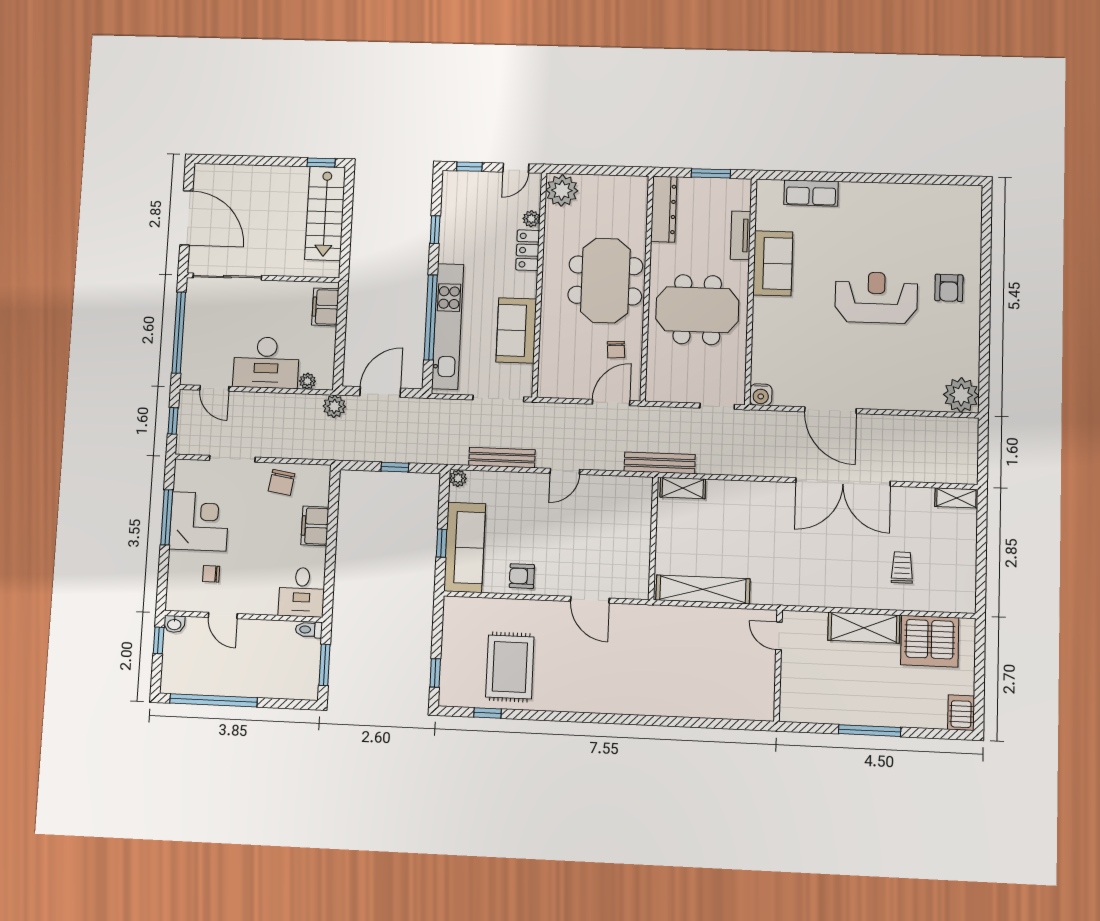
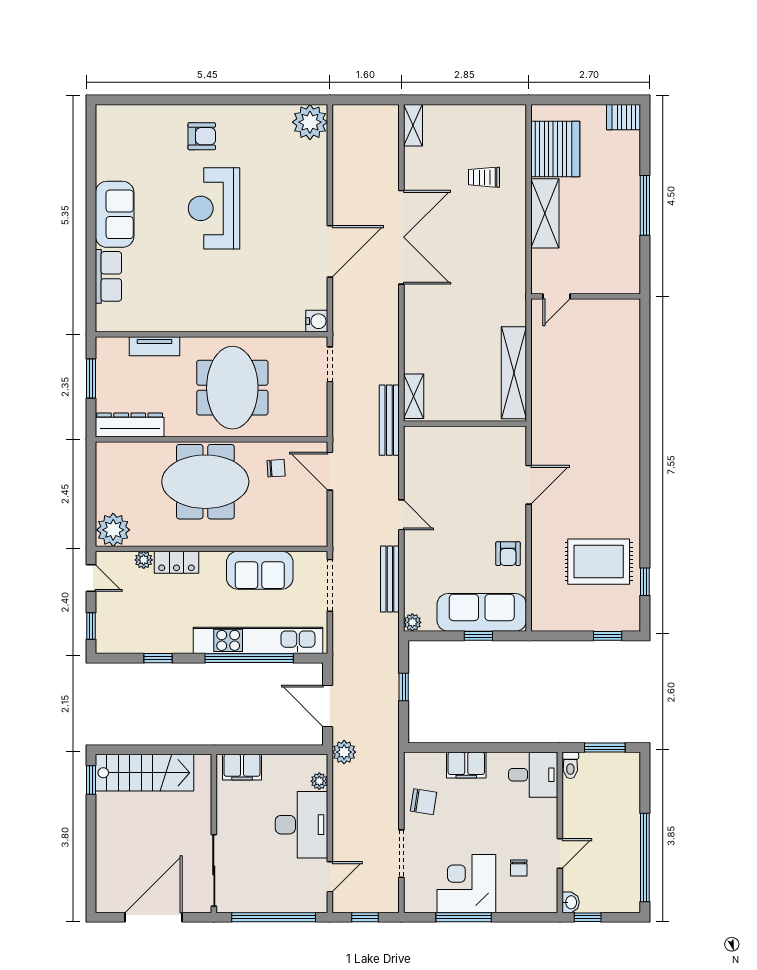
sofa: (773, 263) -> (115, 214), moved, turned 90

